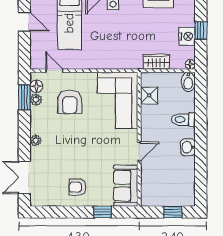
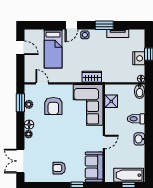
wardrobe: (156, 62) -> (92, 77), moved
floor lamp: (36, 86) -> (29, 125), moved
bathtub: (173, 197) -> (129, 175), added

